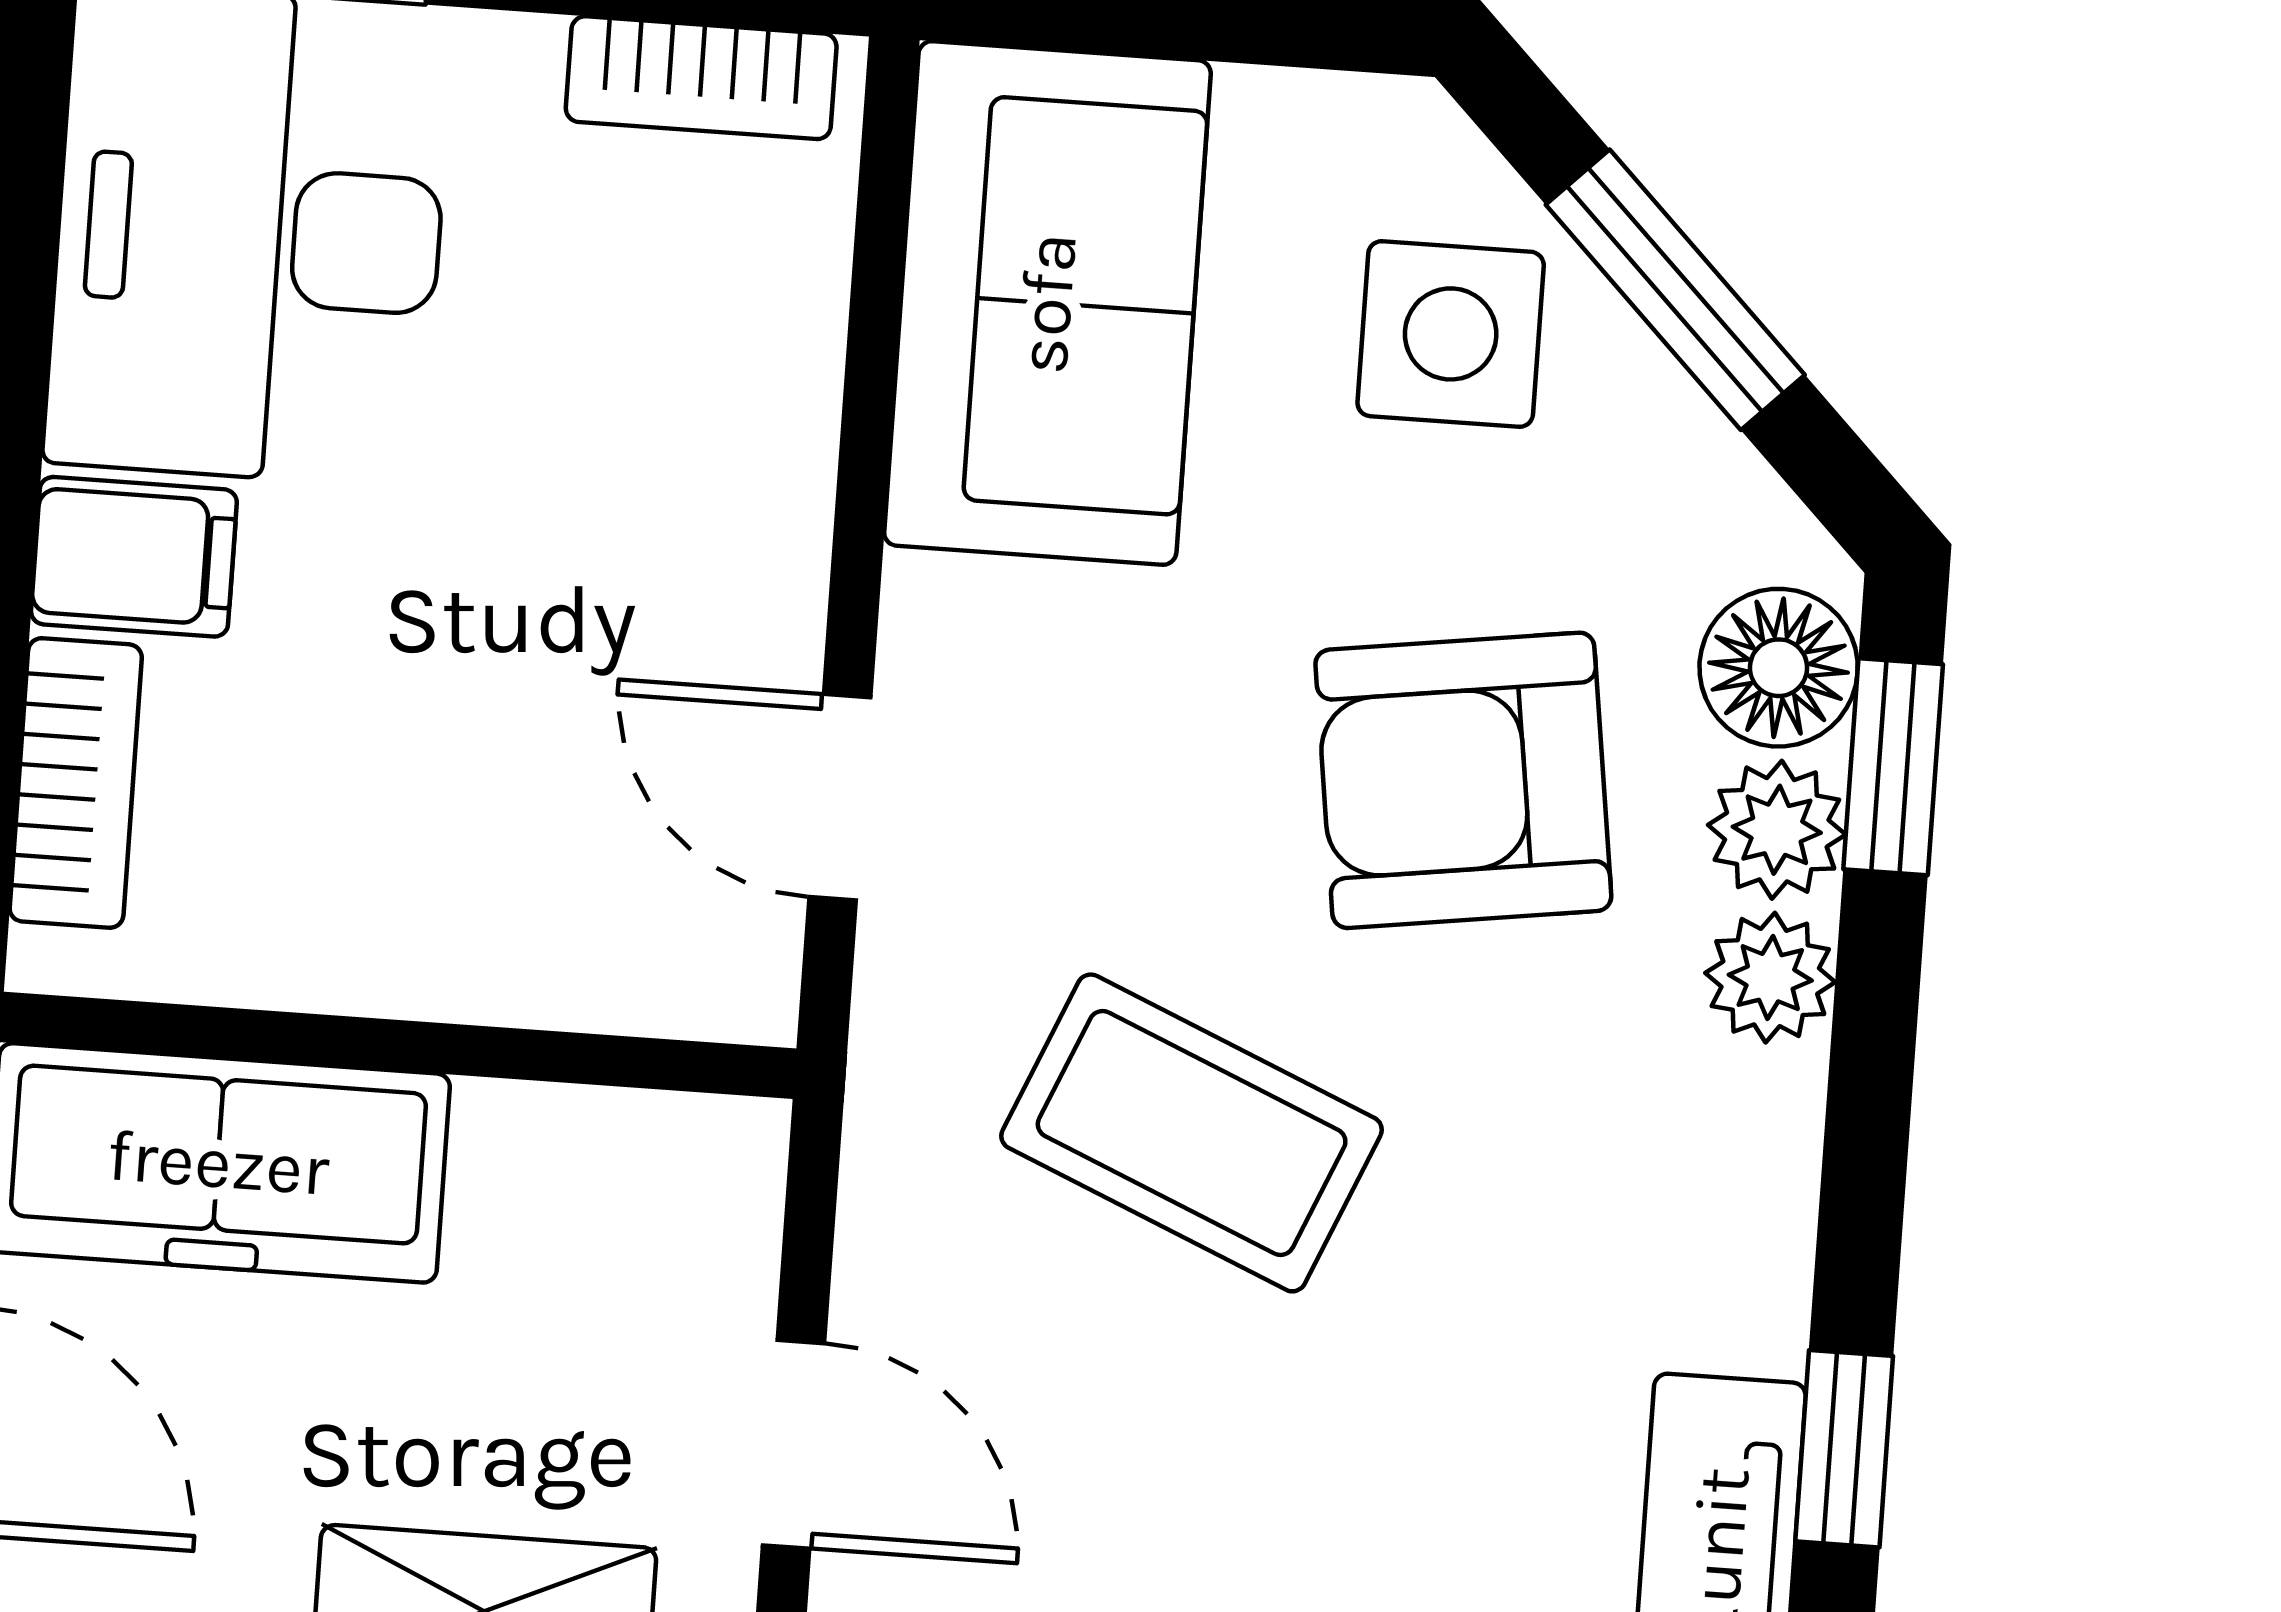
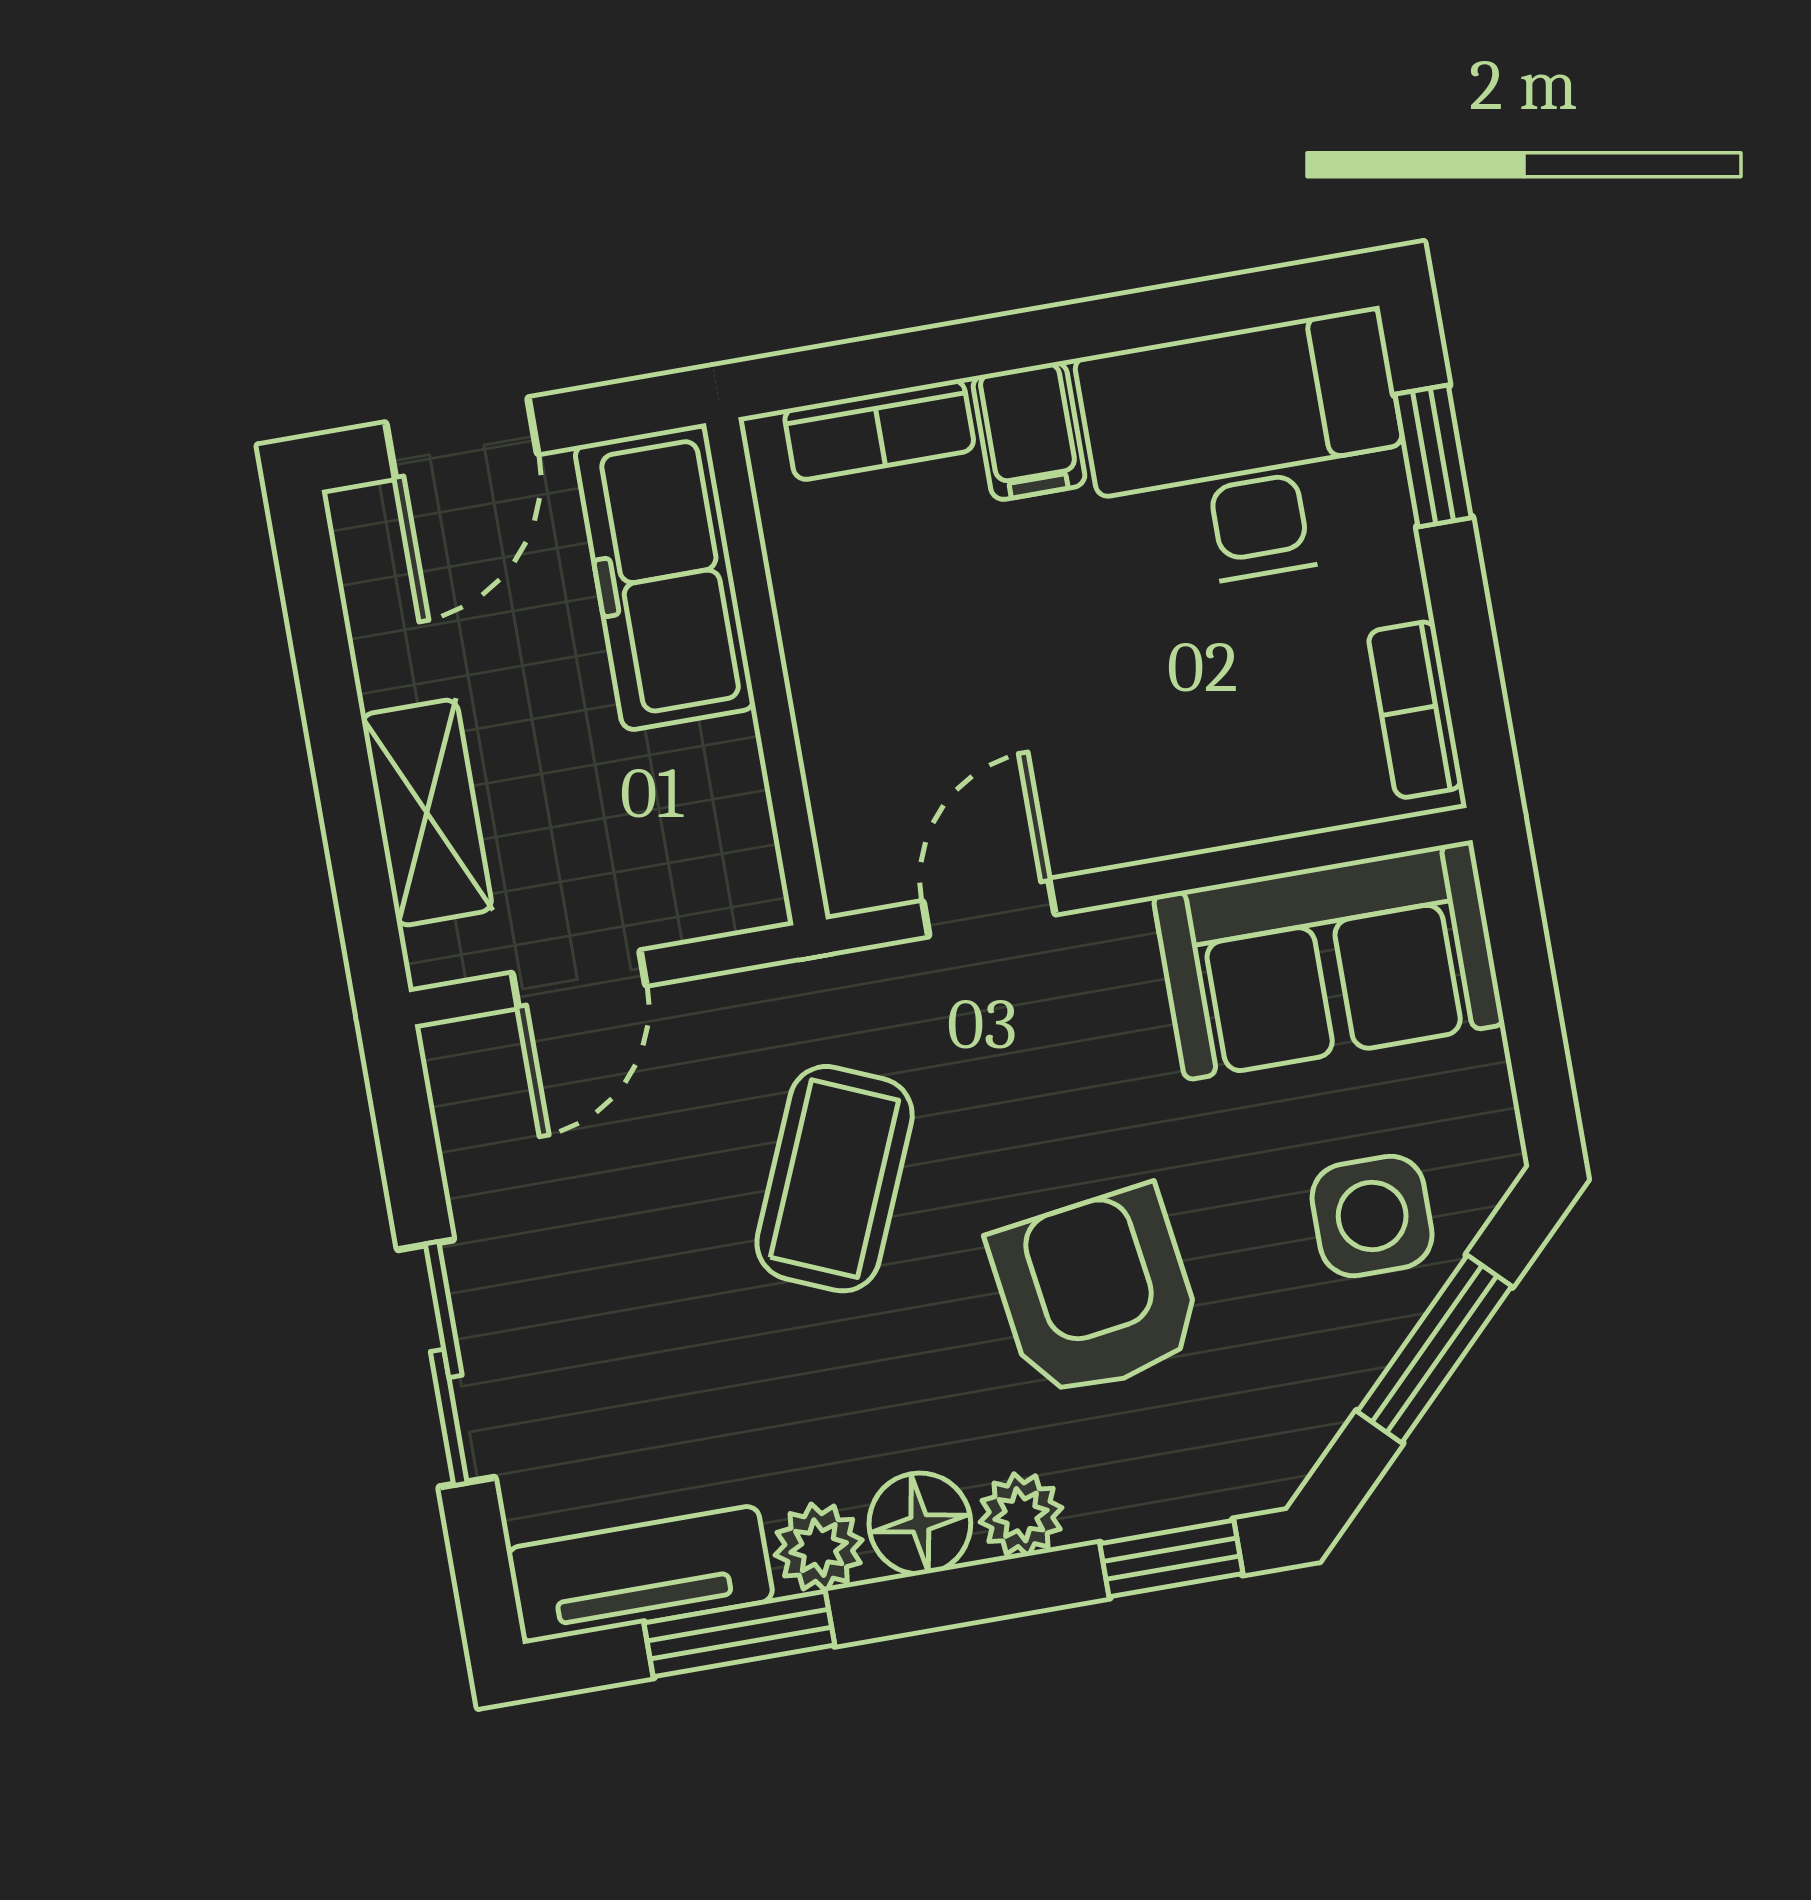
floor lamp: (1779, 668) -> (920, 1523), moved
plant: (1777, 830) -> (819, 1548), moved
window: (1844, 1449) -> (739, 1634), width x1.50

